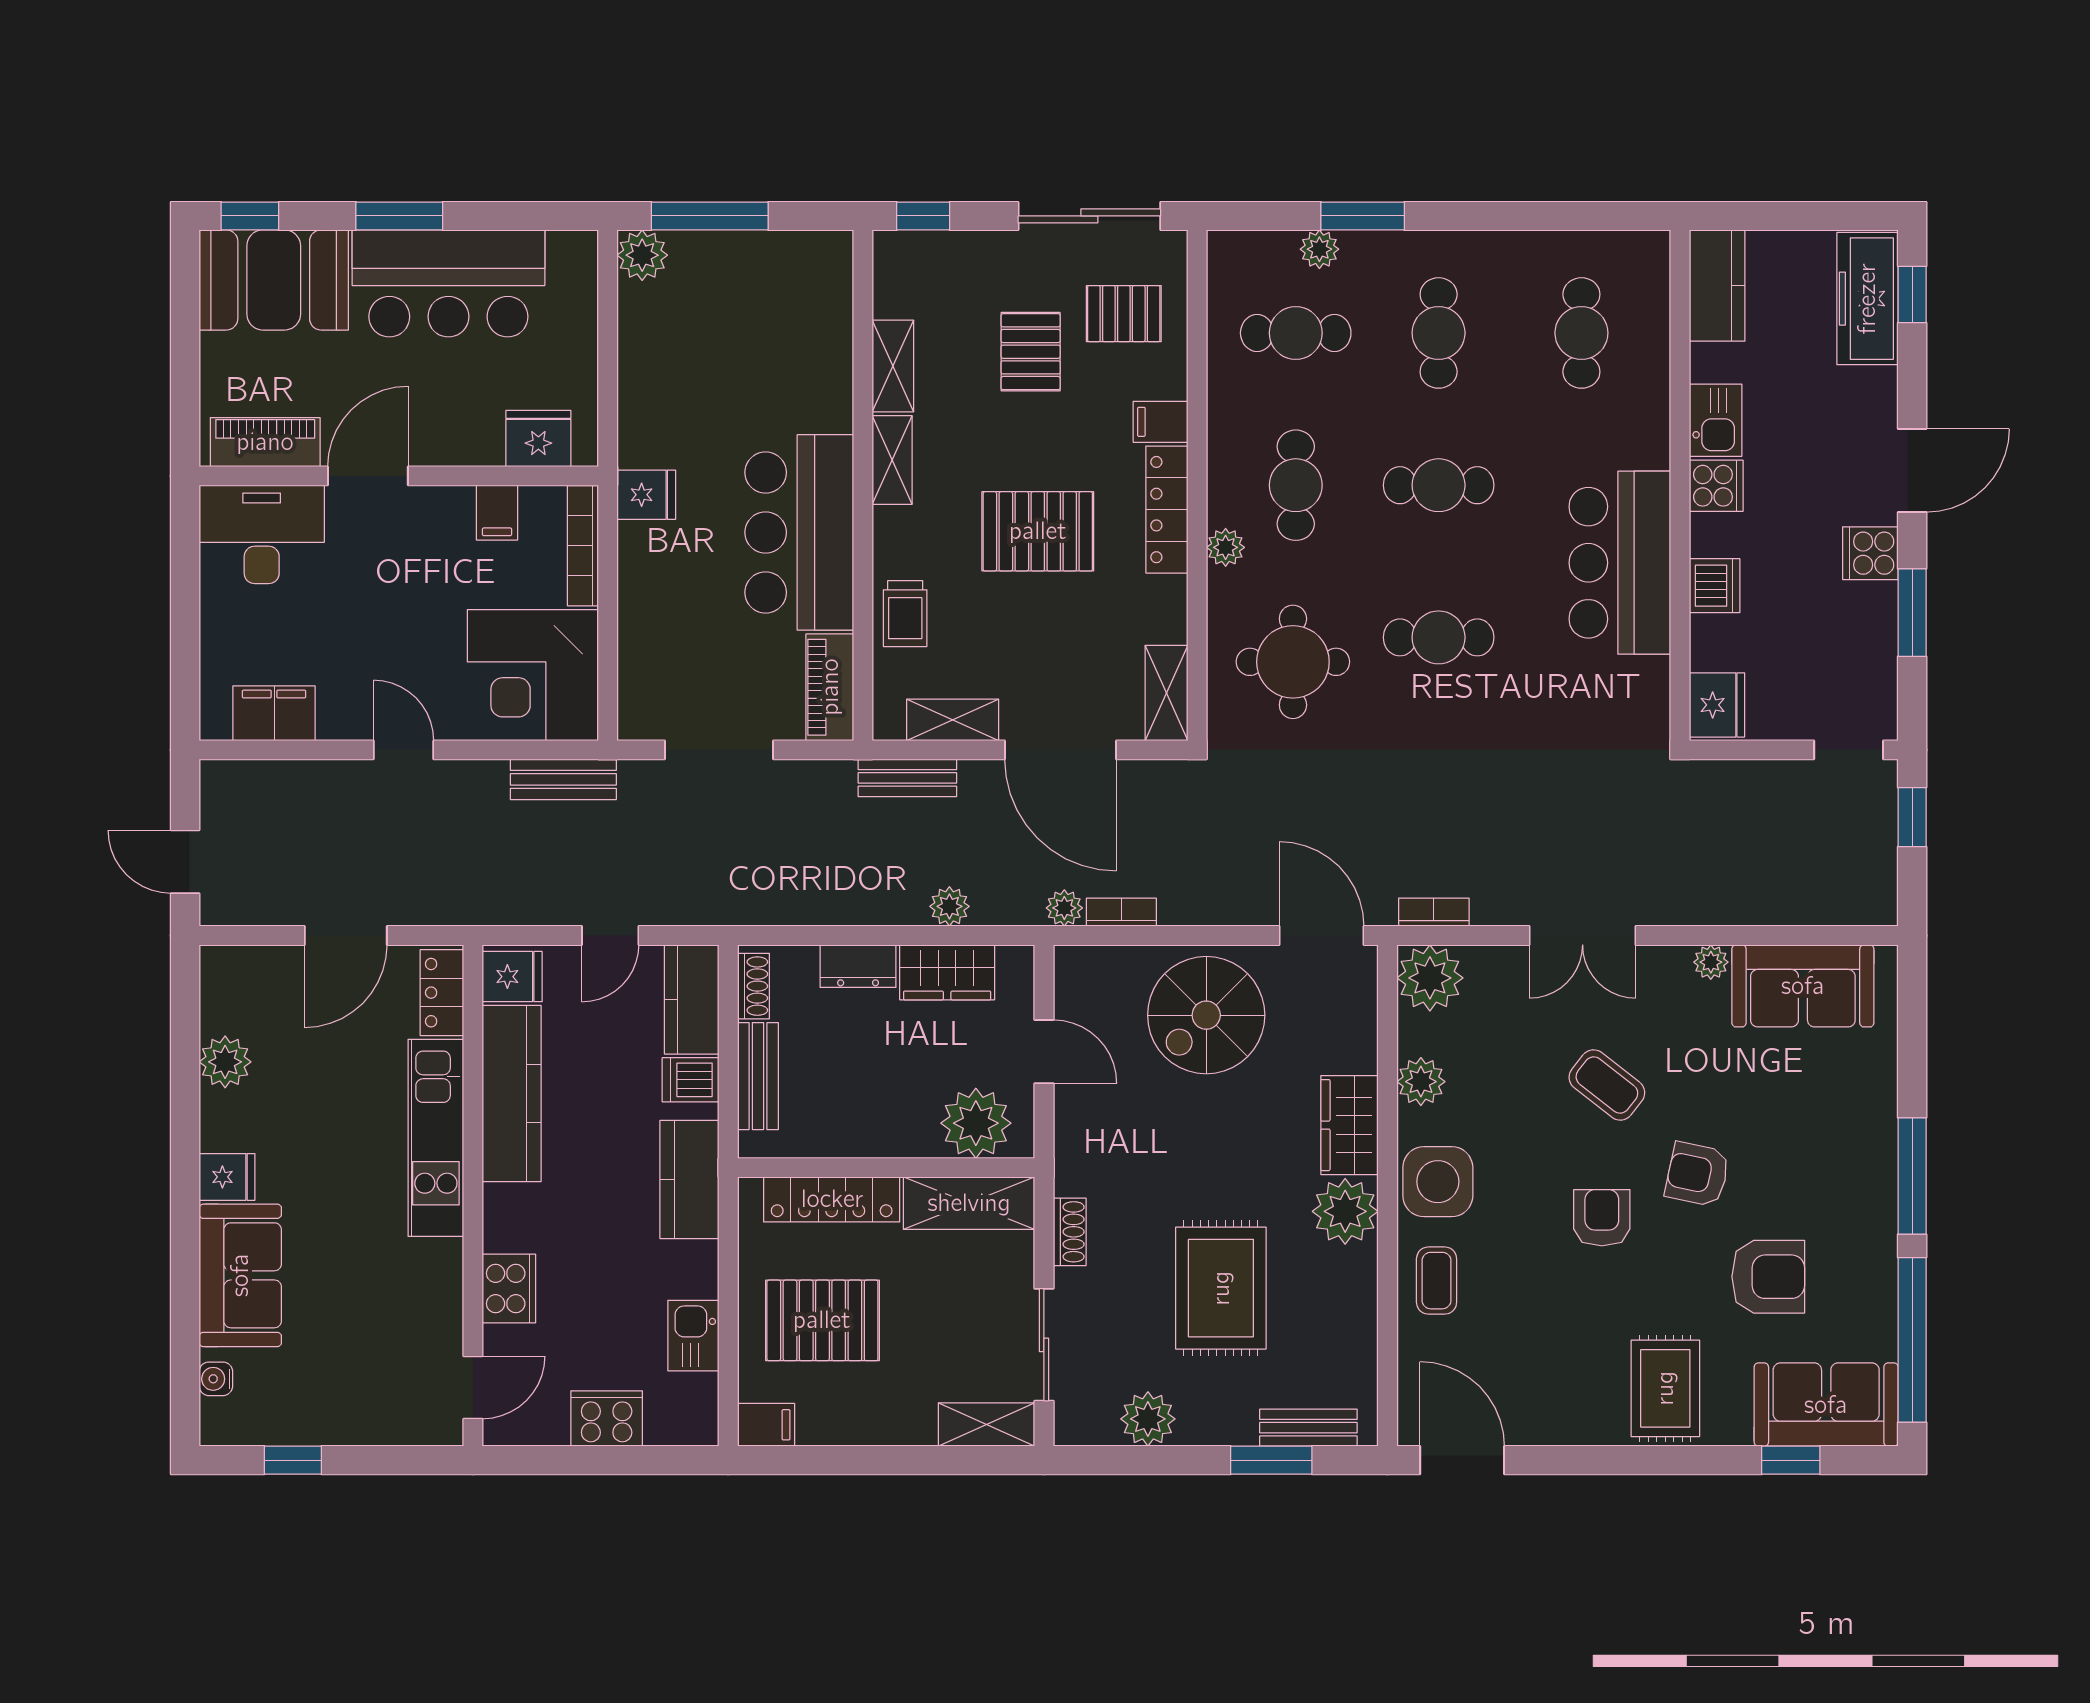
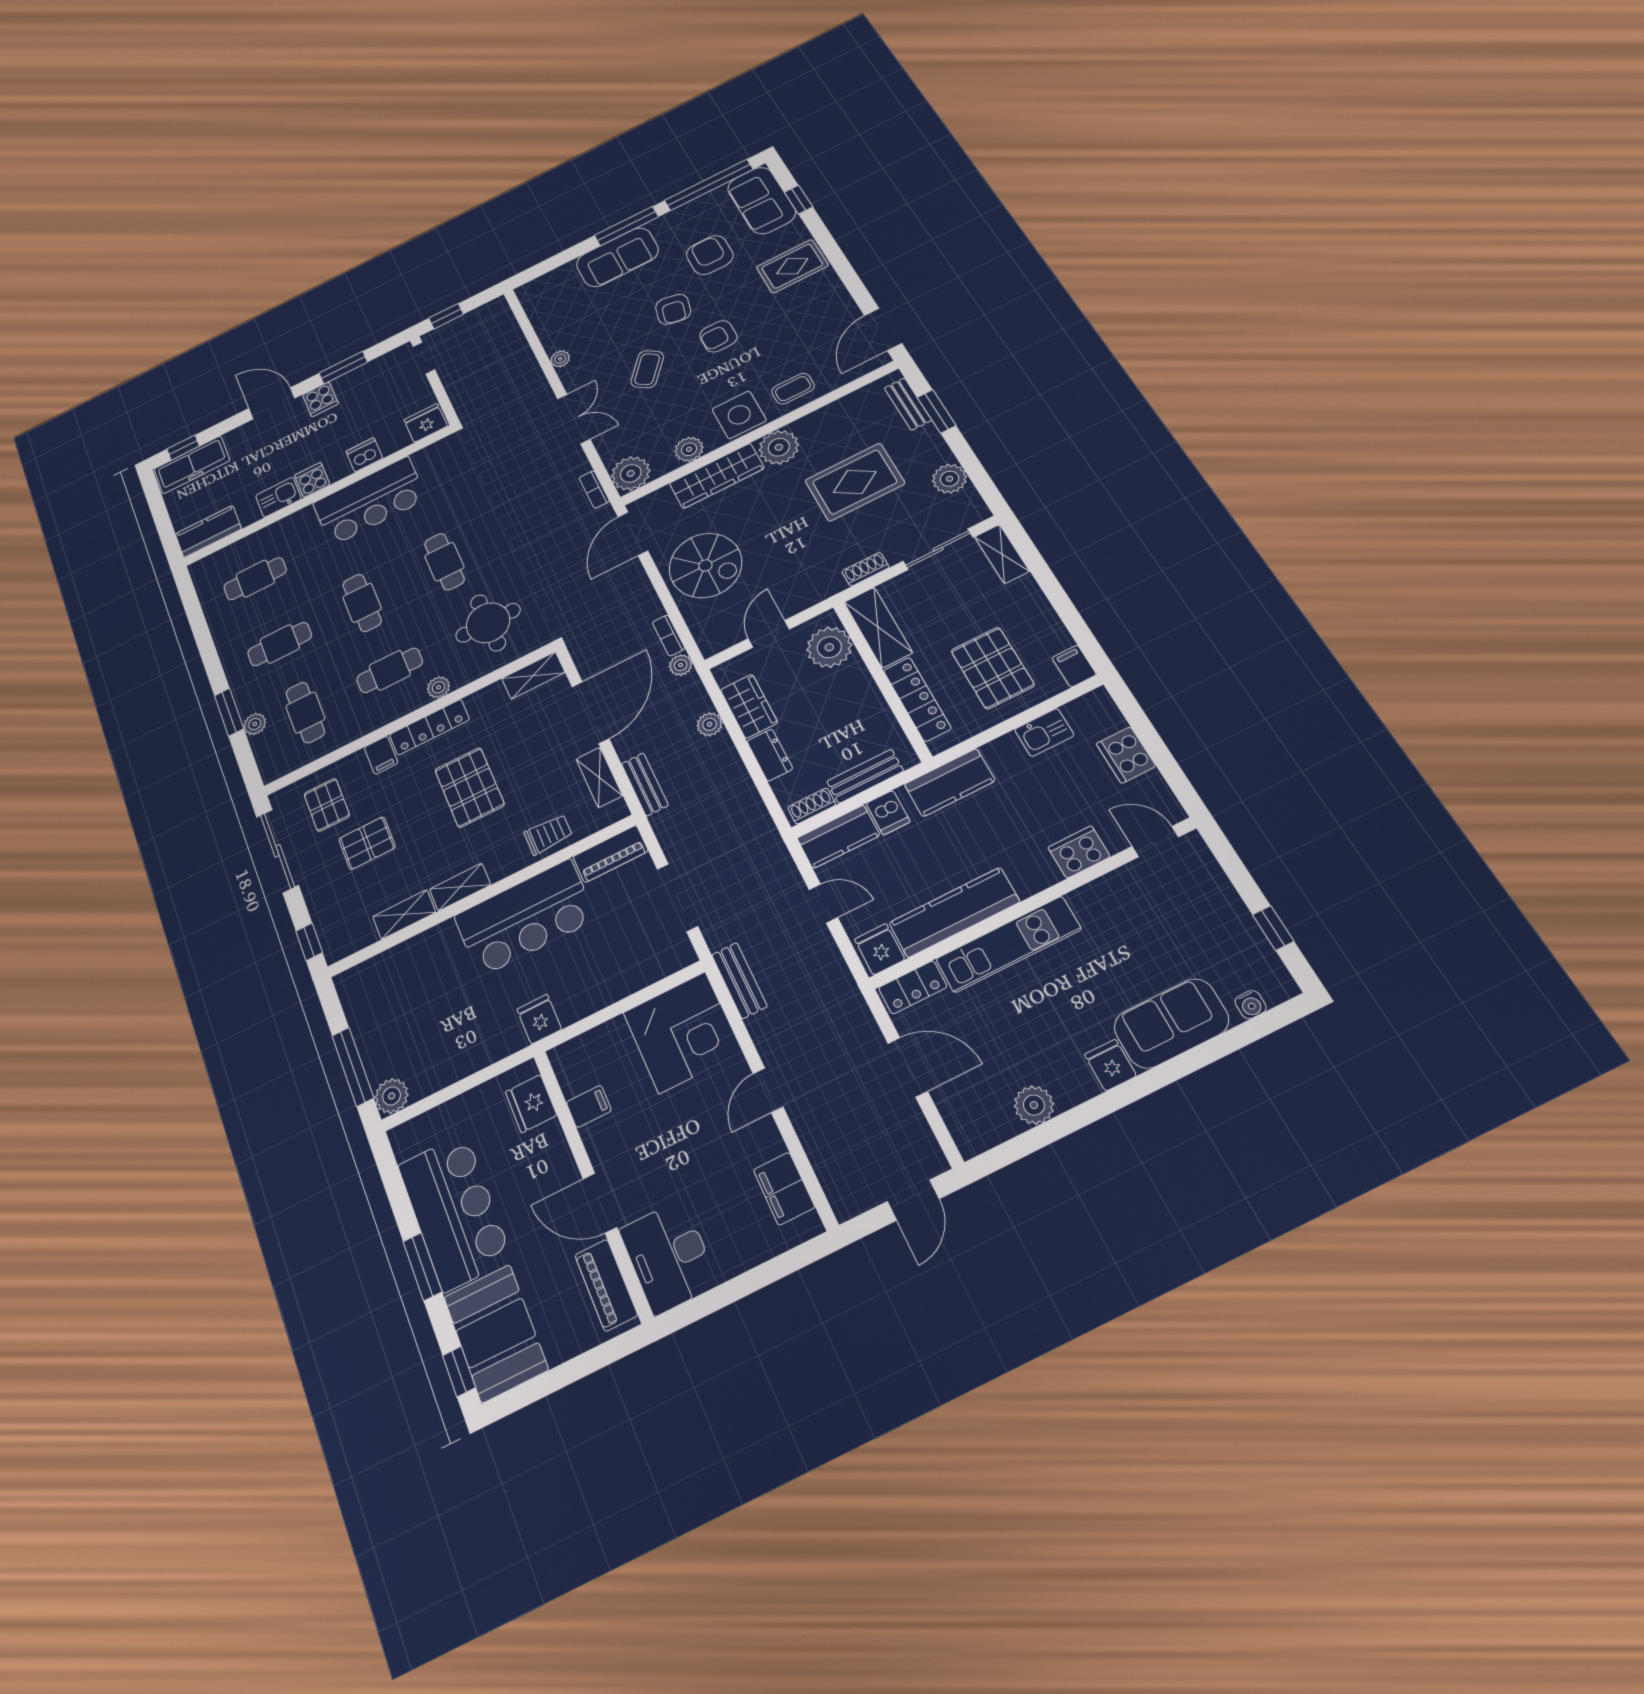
bookcase: (583, 546) -> (587, 1042), removed
sofa: (1803, 986) -> (617, 257), moved, turned 90
wardrobe: (1350, 1125) -> (717, 476), width x1.50

